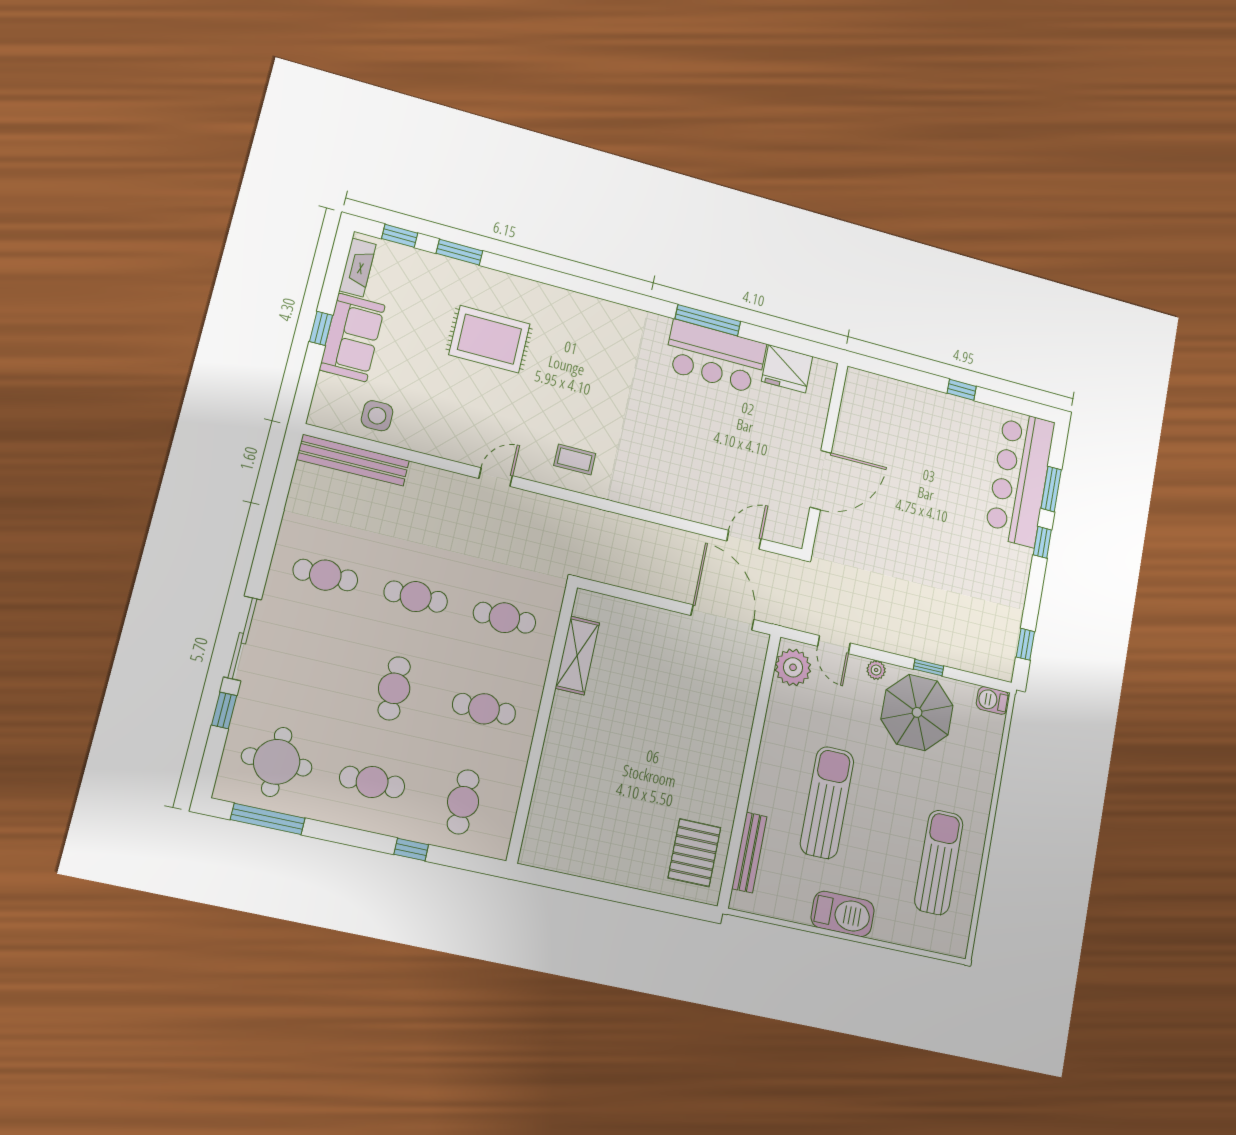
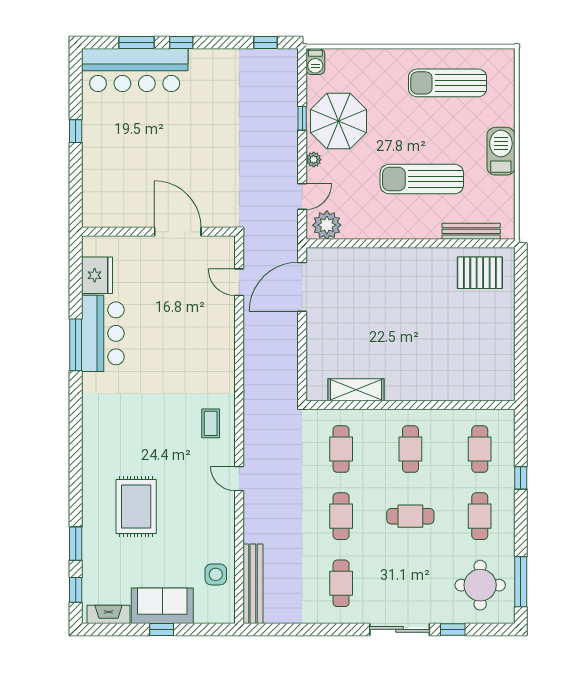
cafe table: (463, 802) -> (480, 449), turned 90

